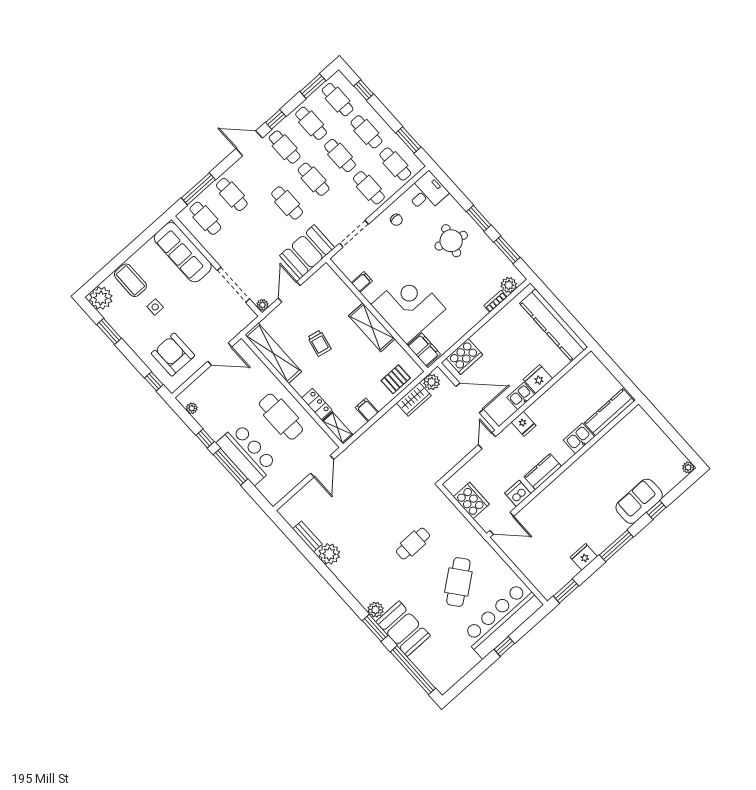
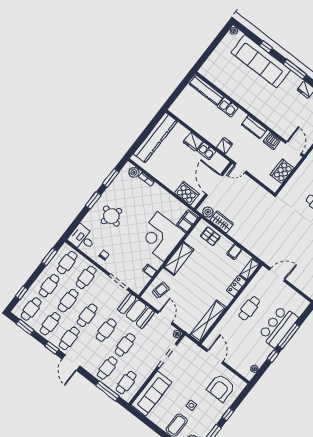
cafe table: (261, 227) -> (125, 345), added
door: (289, 292) -> (165, 318), swing flipped
trolley: (319, 343) -> (161, 290), moved
window: (154, 381) -> (228, 414), moved
cafe table: (281, 417) -> (249, 308), width x0.73, depth x0.74
sofa: (639, 501) -> (261, 61), width x1.85, depth x1.27

